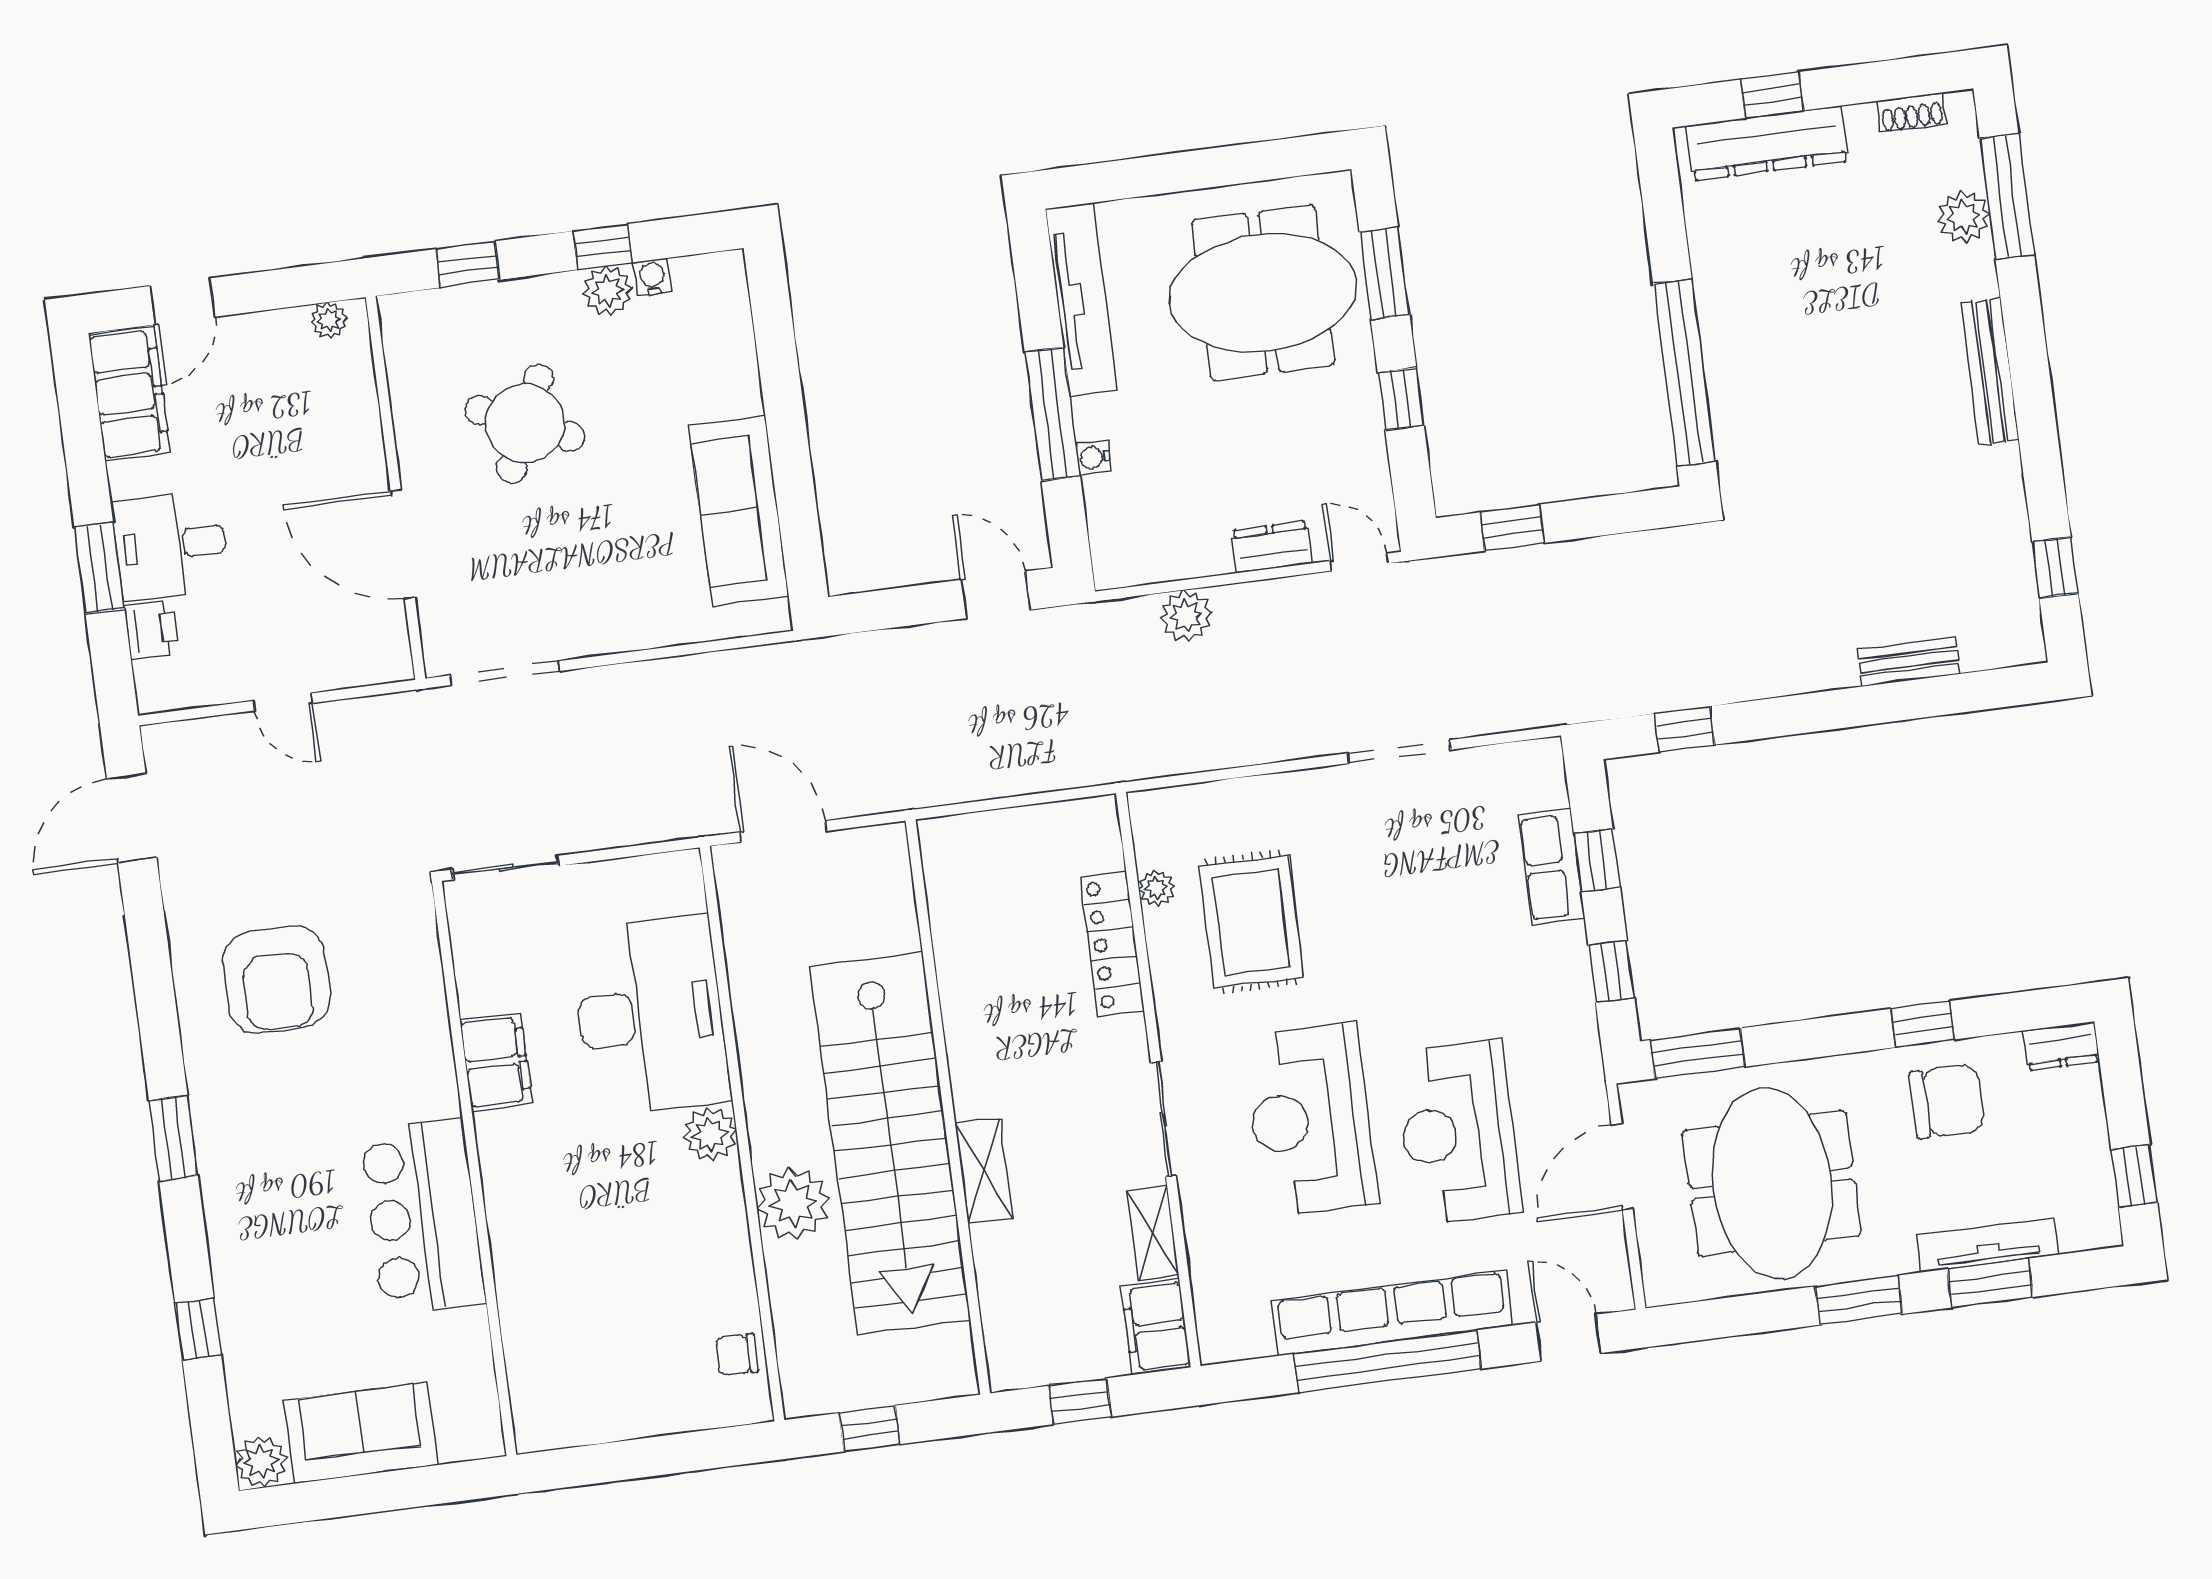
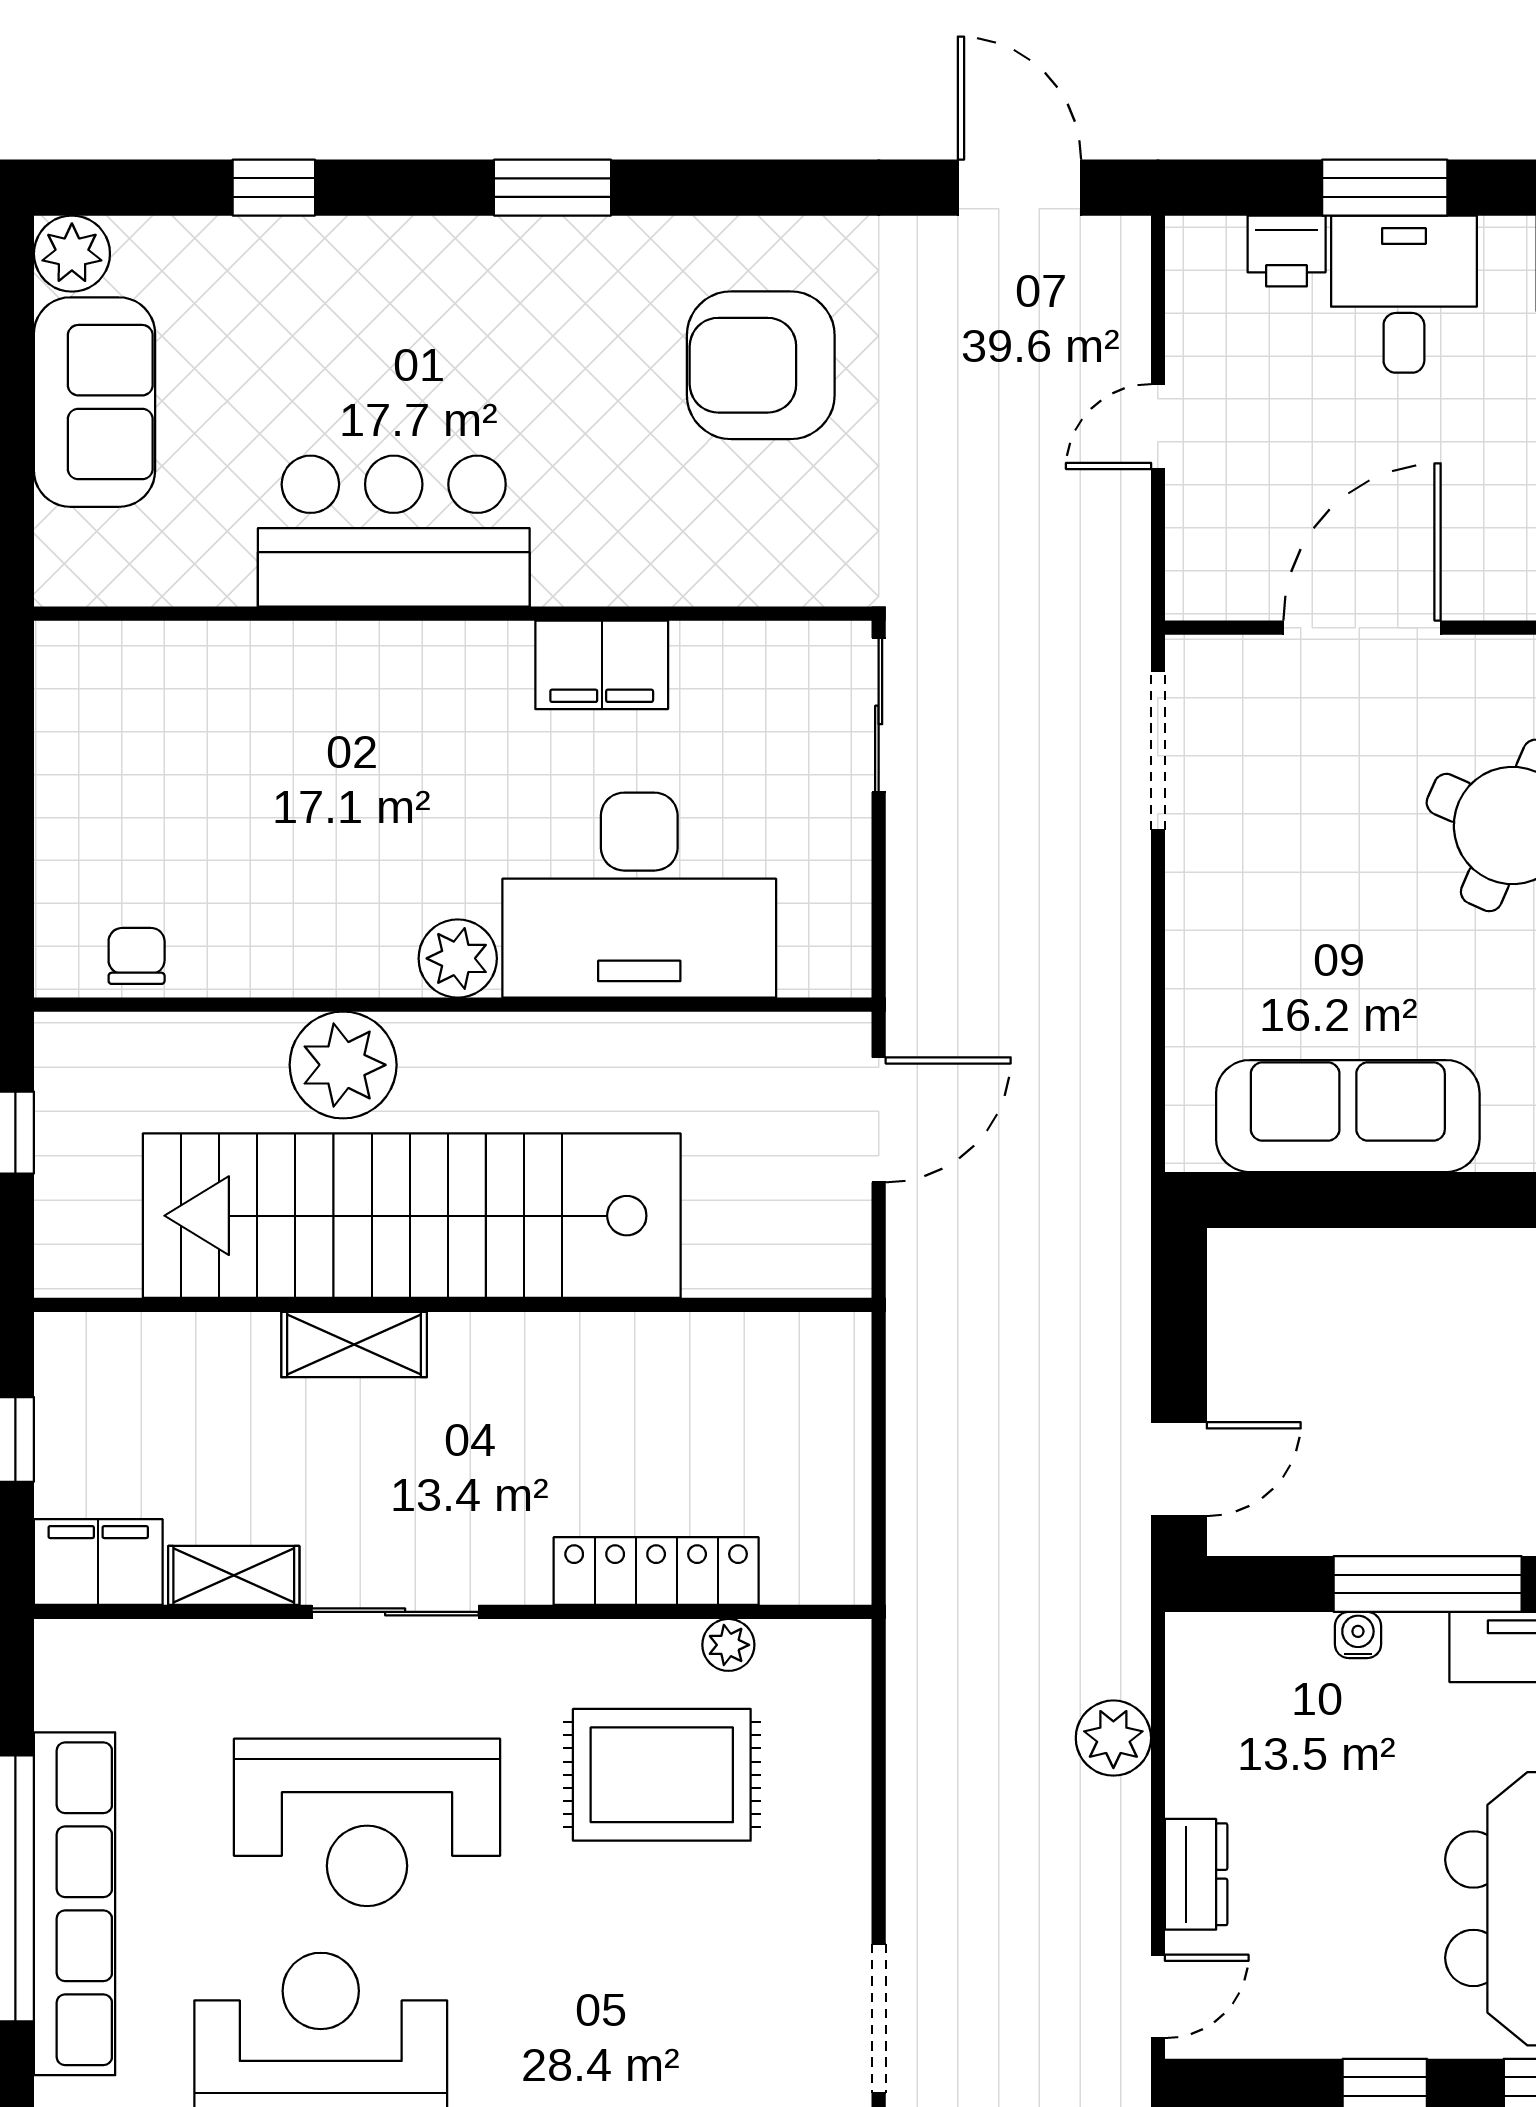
reception desk: (1310, 1120) -> (367, 1822), turned 180

